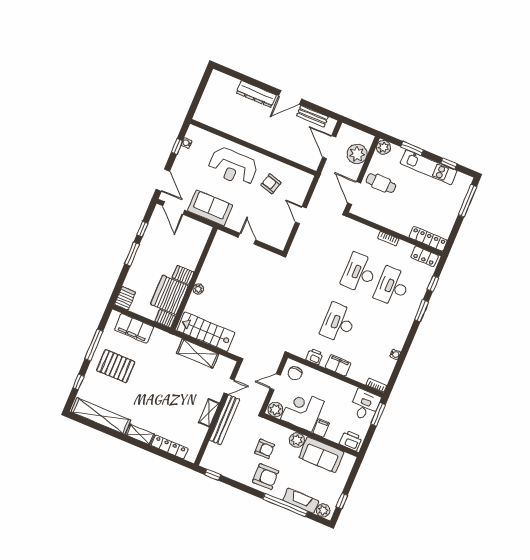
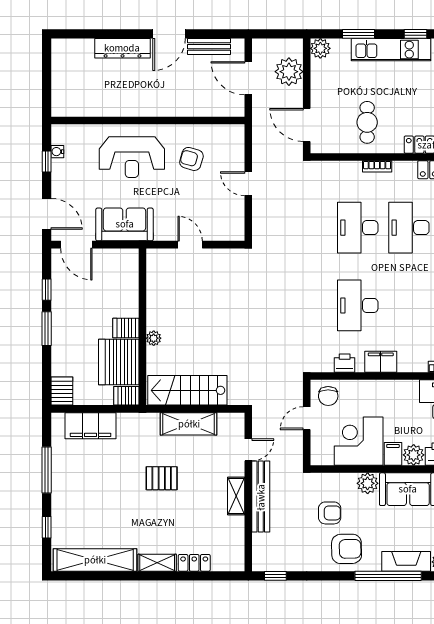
cafe table: (381, 183) -> (367, 122), moved, turned 90
pallet: (116, 366) -> (162, 478), moved, width x0.67, depth x0.71
plant: (275, 410) -> (414, 455), moved
locker: (170, 447) -> (194, 563), width x0.66

